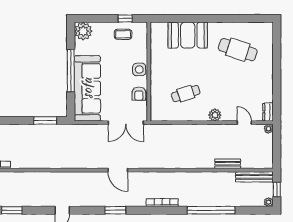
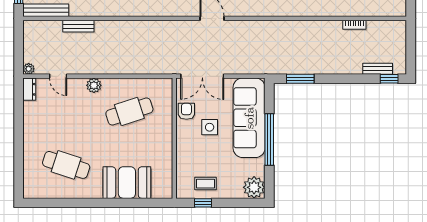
side table: (139, 69) -> (210, 127), moved
cafe table: (186, 94) -> (129, 111), width x1.37, depth x1.35
double door: (126, 123) -> (202, 76), swing flipped

